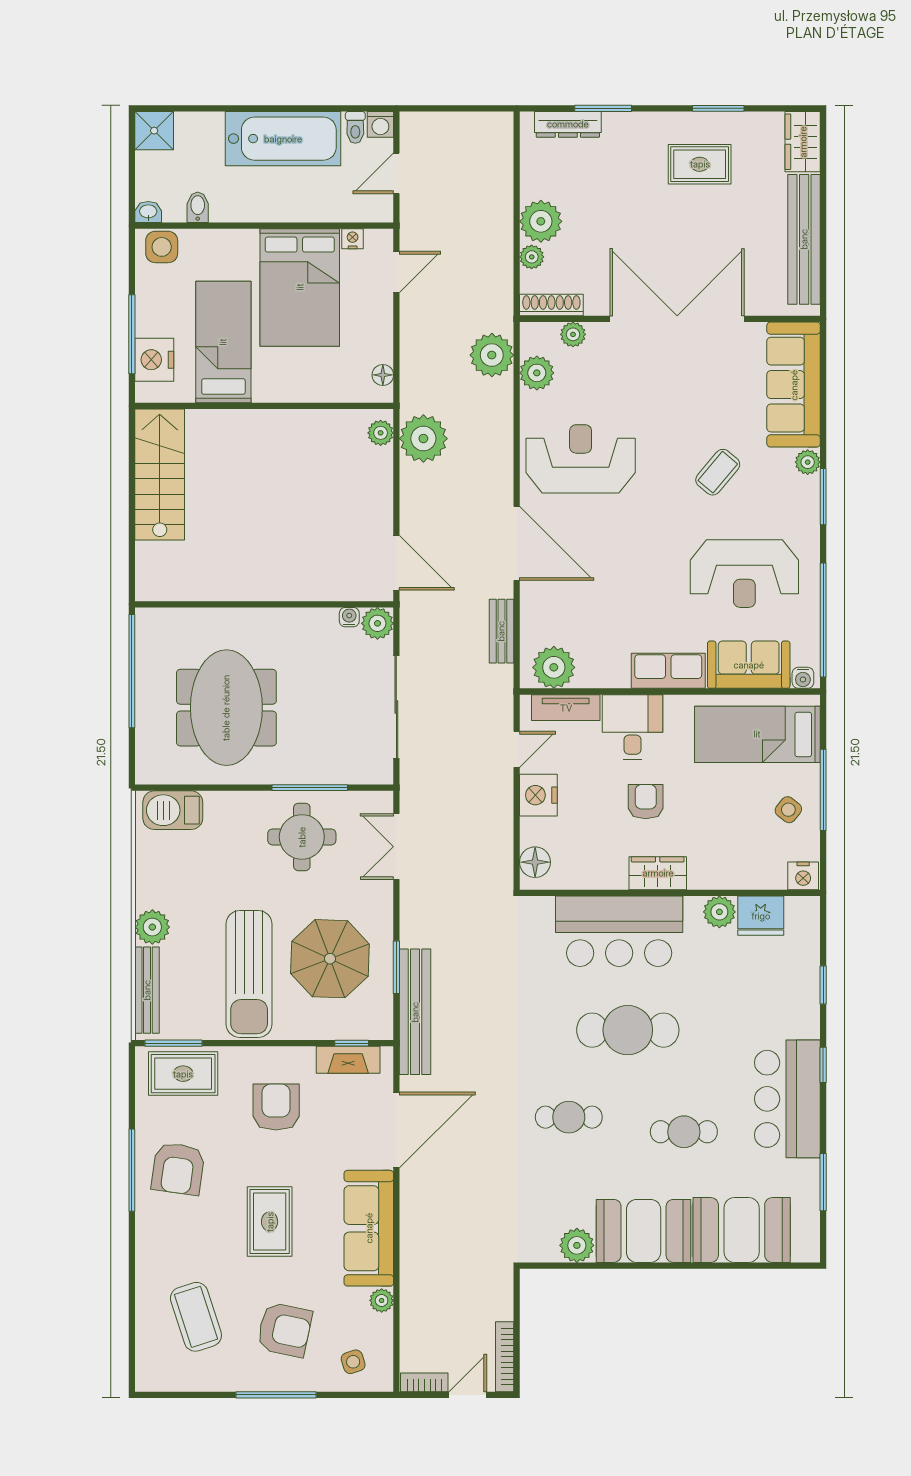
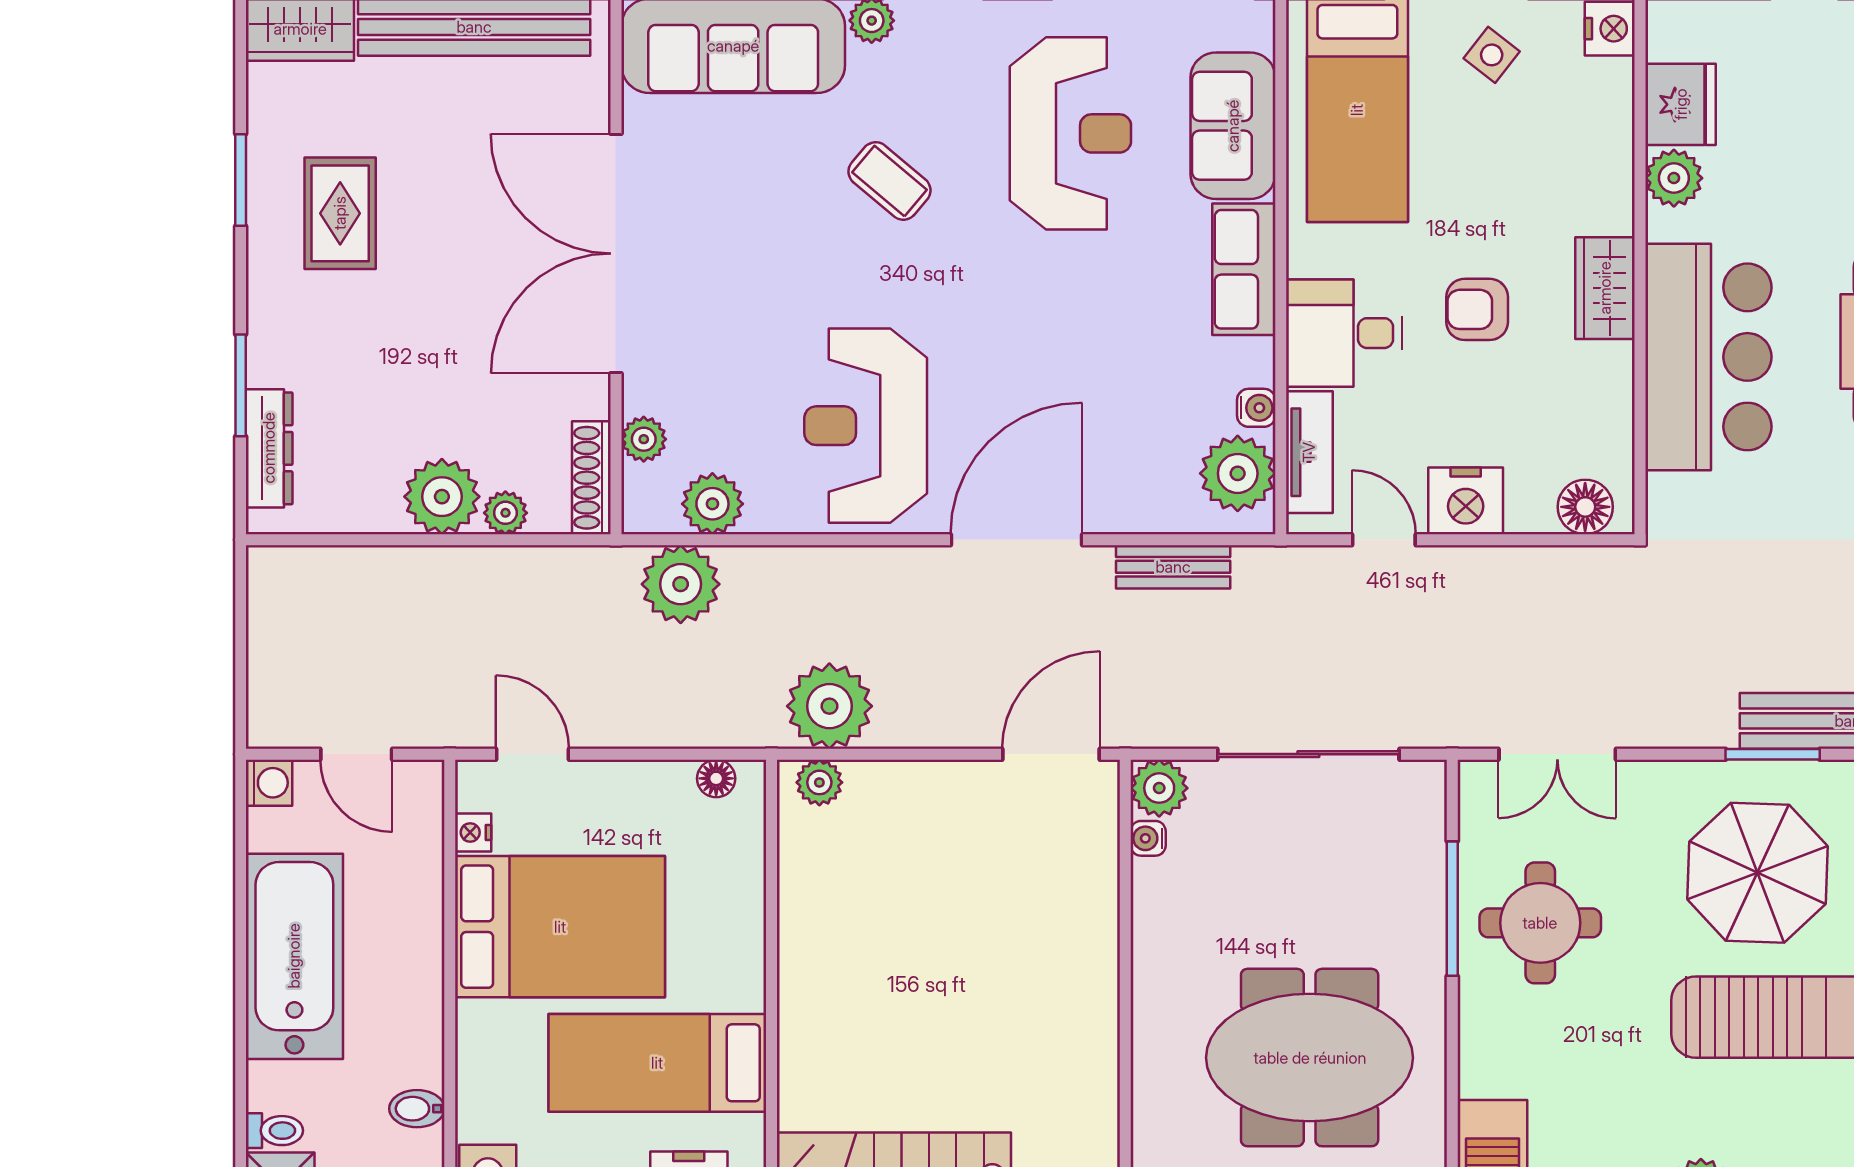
toilet: (355, 127) -> (274, 1131), moved
water cooler: (803, 678) -> (1256, 408), moved

